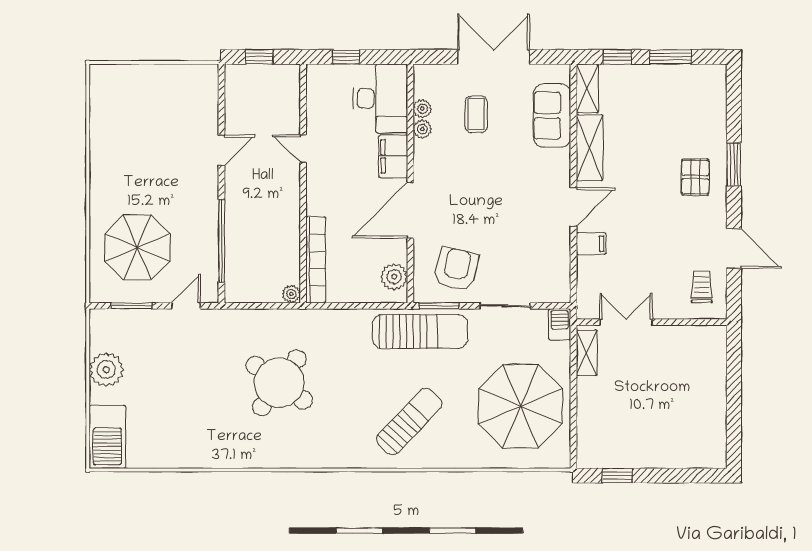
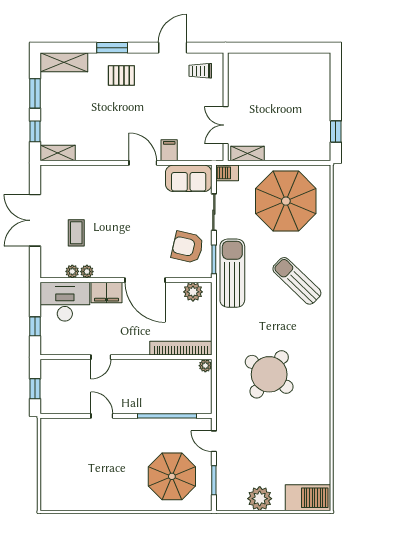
coffee table: (476, 114) -> (76, 233), turned 90
sofa: (552, 116) -> (189, 178), moved
shelving: (590, 148) -> (64, 62), moved

